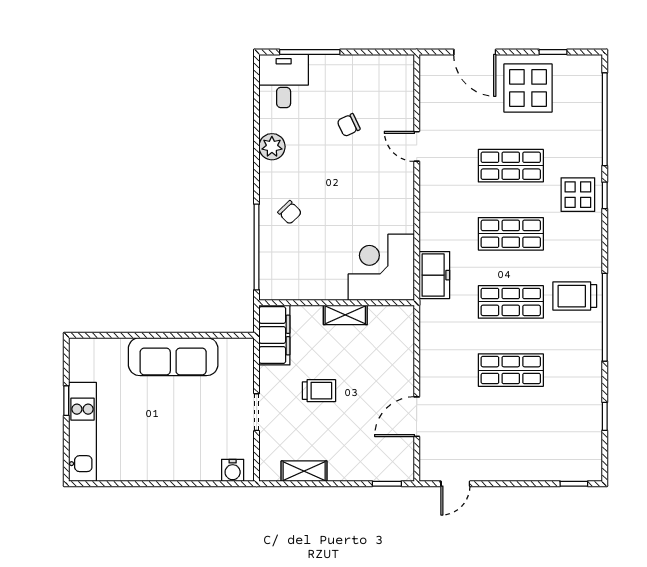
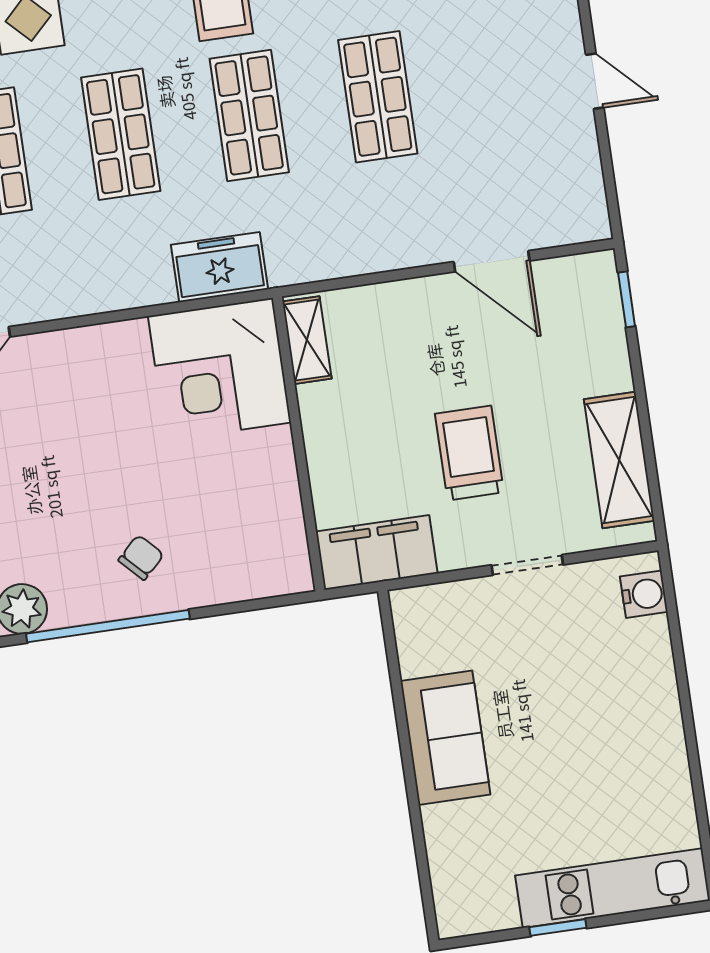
window: (257, 247) -> (108, 626), moved
shelving: (345, 315) -> (307, 340), moved
sofa: (173, 357) -> (445, 738), width x0.73
trolley: (319, 391) -> (469, 453), width x1.36, depth x1.39
shelving: (304, 471) -> (619, 460), width x1.50, depth x1.33
door: (455, 484) -> (595, 81), moved

